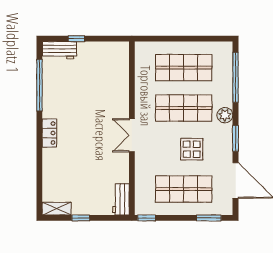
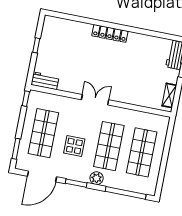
window: (39, 85) -> (150, 33), removed
locker: (49, 133) -> (110, 33), width x1.53
shelving: (57, 209) -> (169, 96), moved

